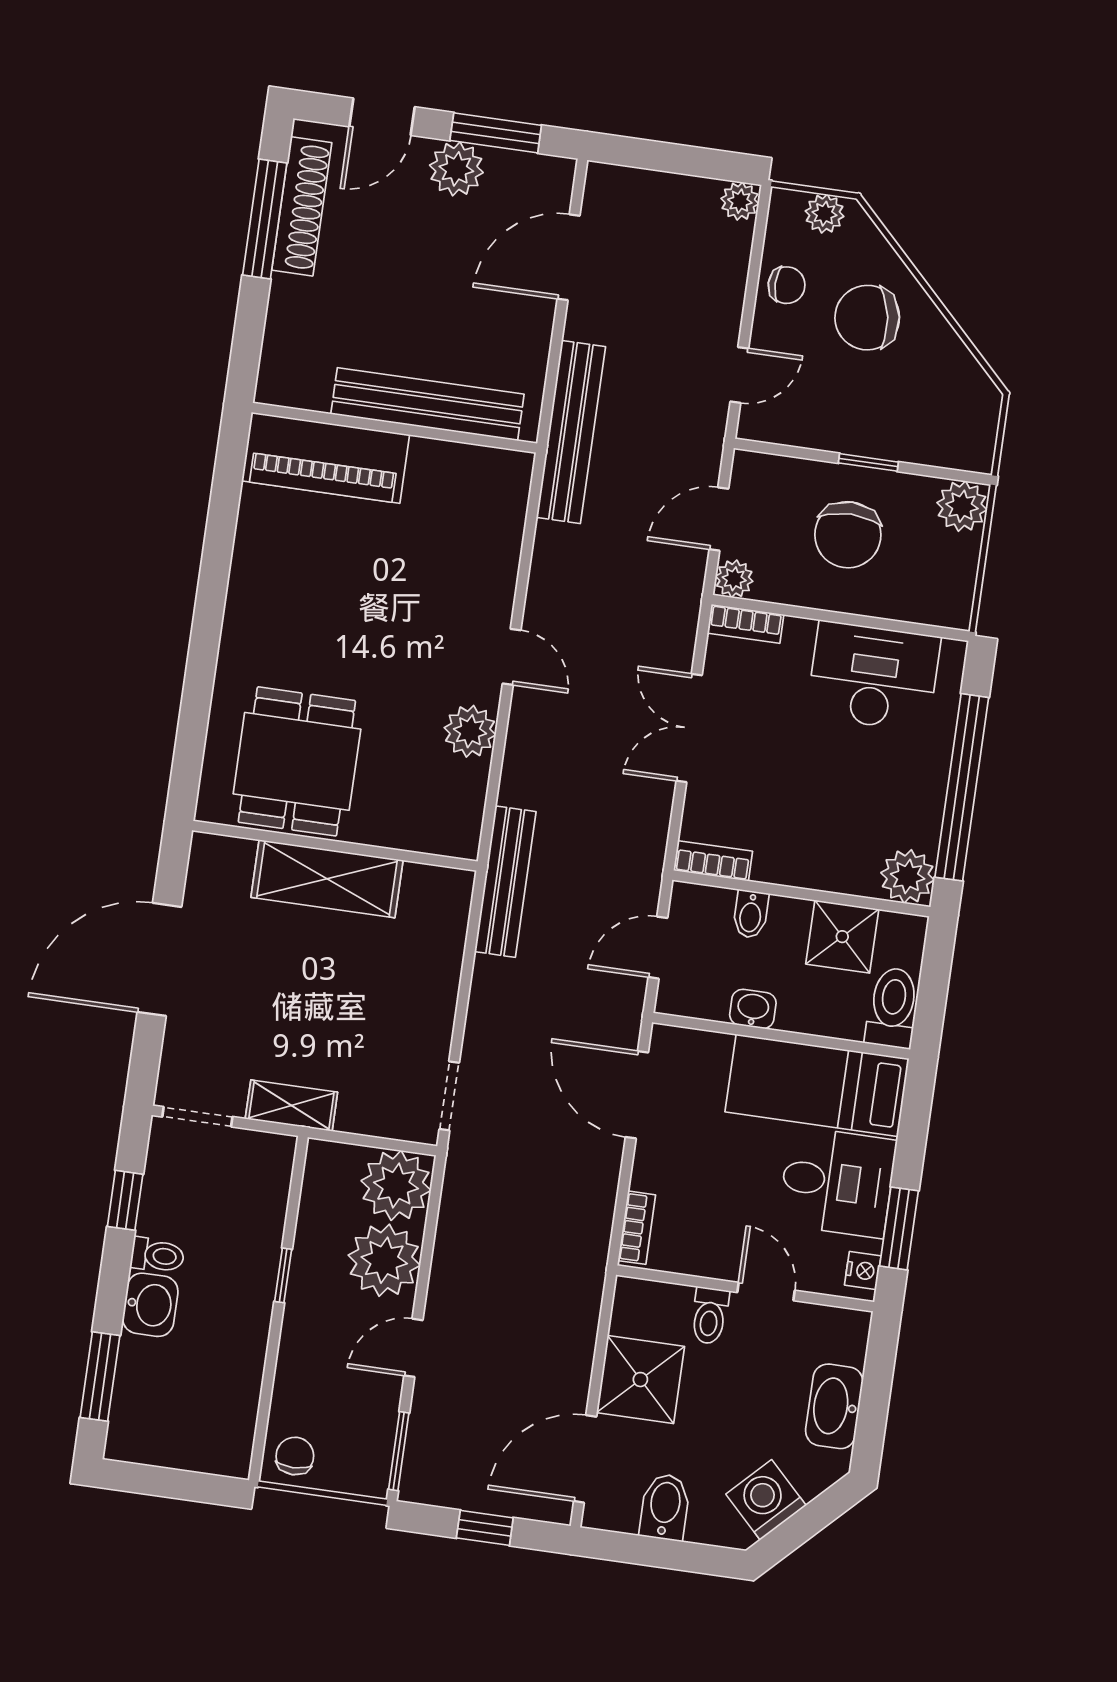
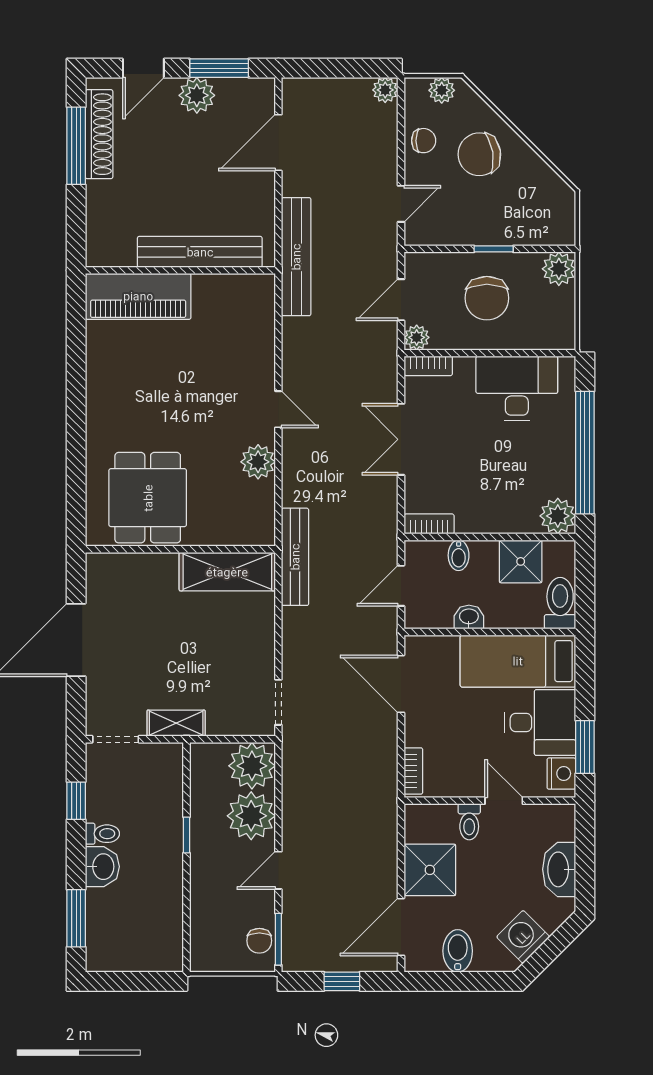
shelving: (327, 879) -> (227, 572), moved
nightstand: (863, 1270) -> (561, 774), width x1.39, depth x1.35
chair: (295, 1456) -> (259, 941), moved, turned 180

